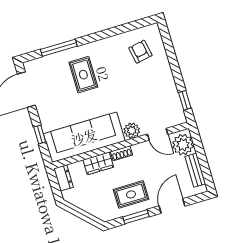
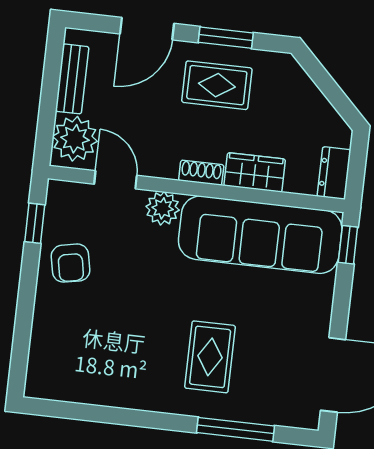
armchair: (140, 52) -> (71, 263), moved
window: (40, 134) -> (348, 245), moved

